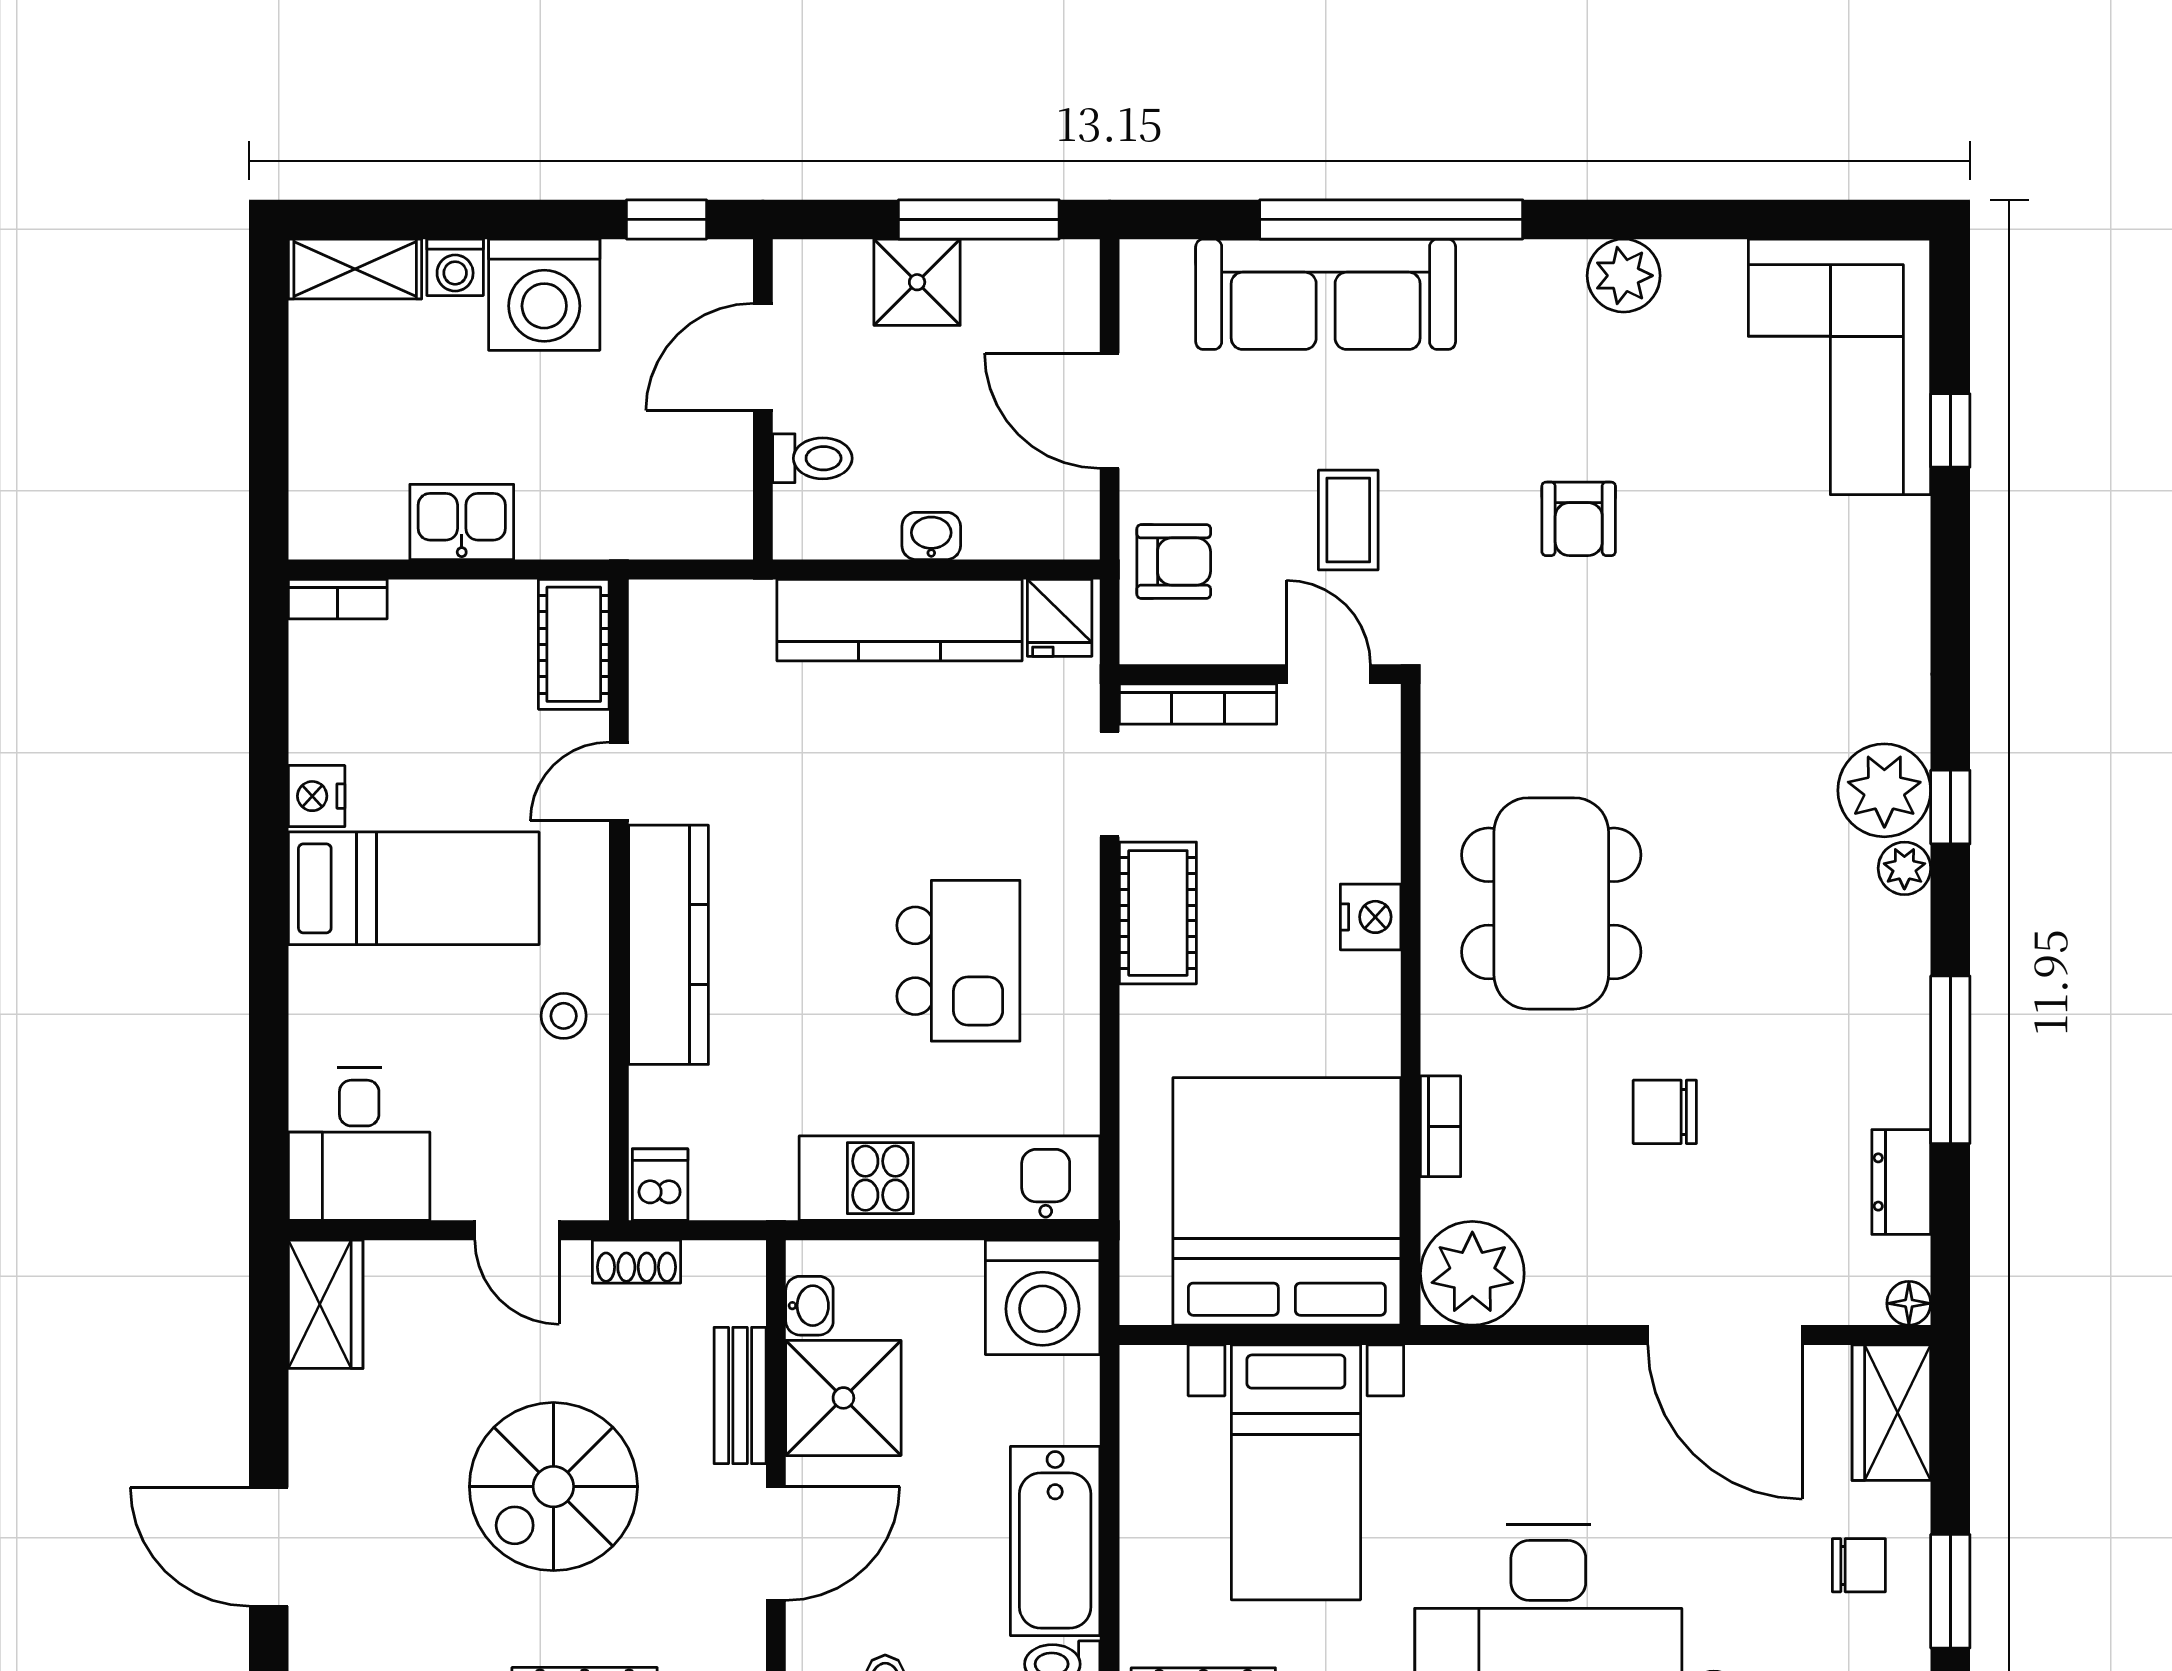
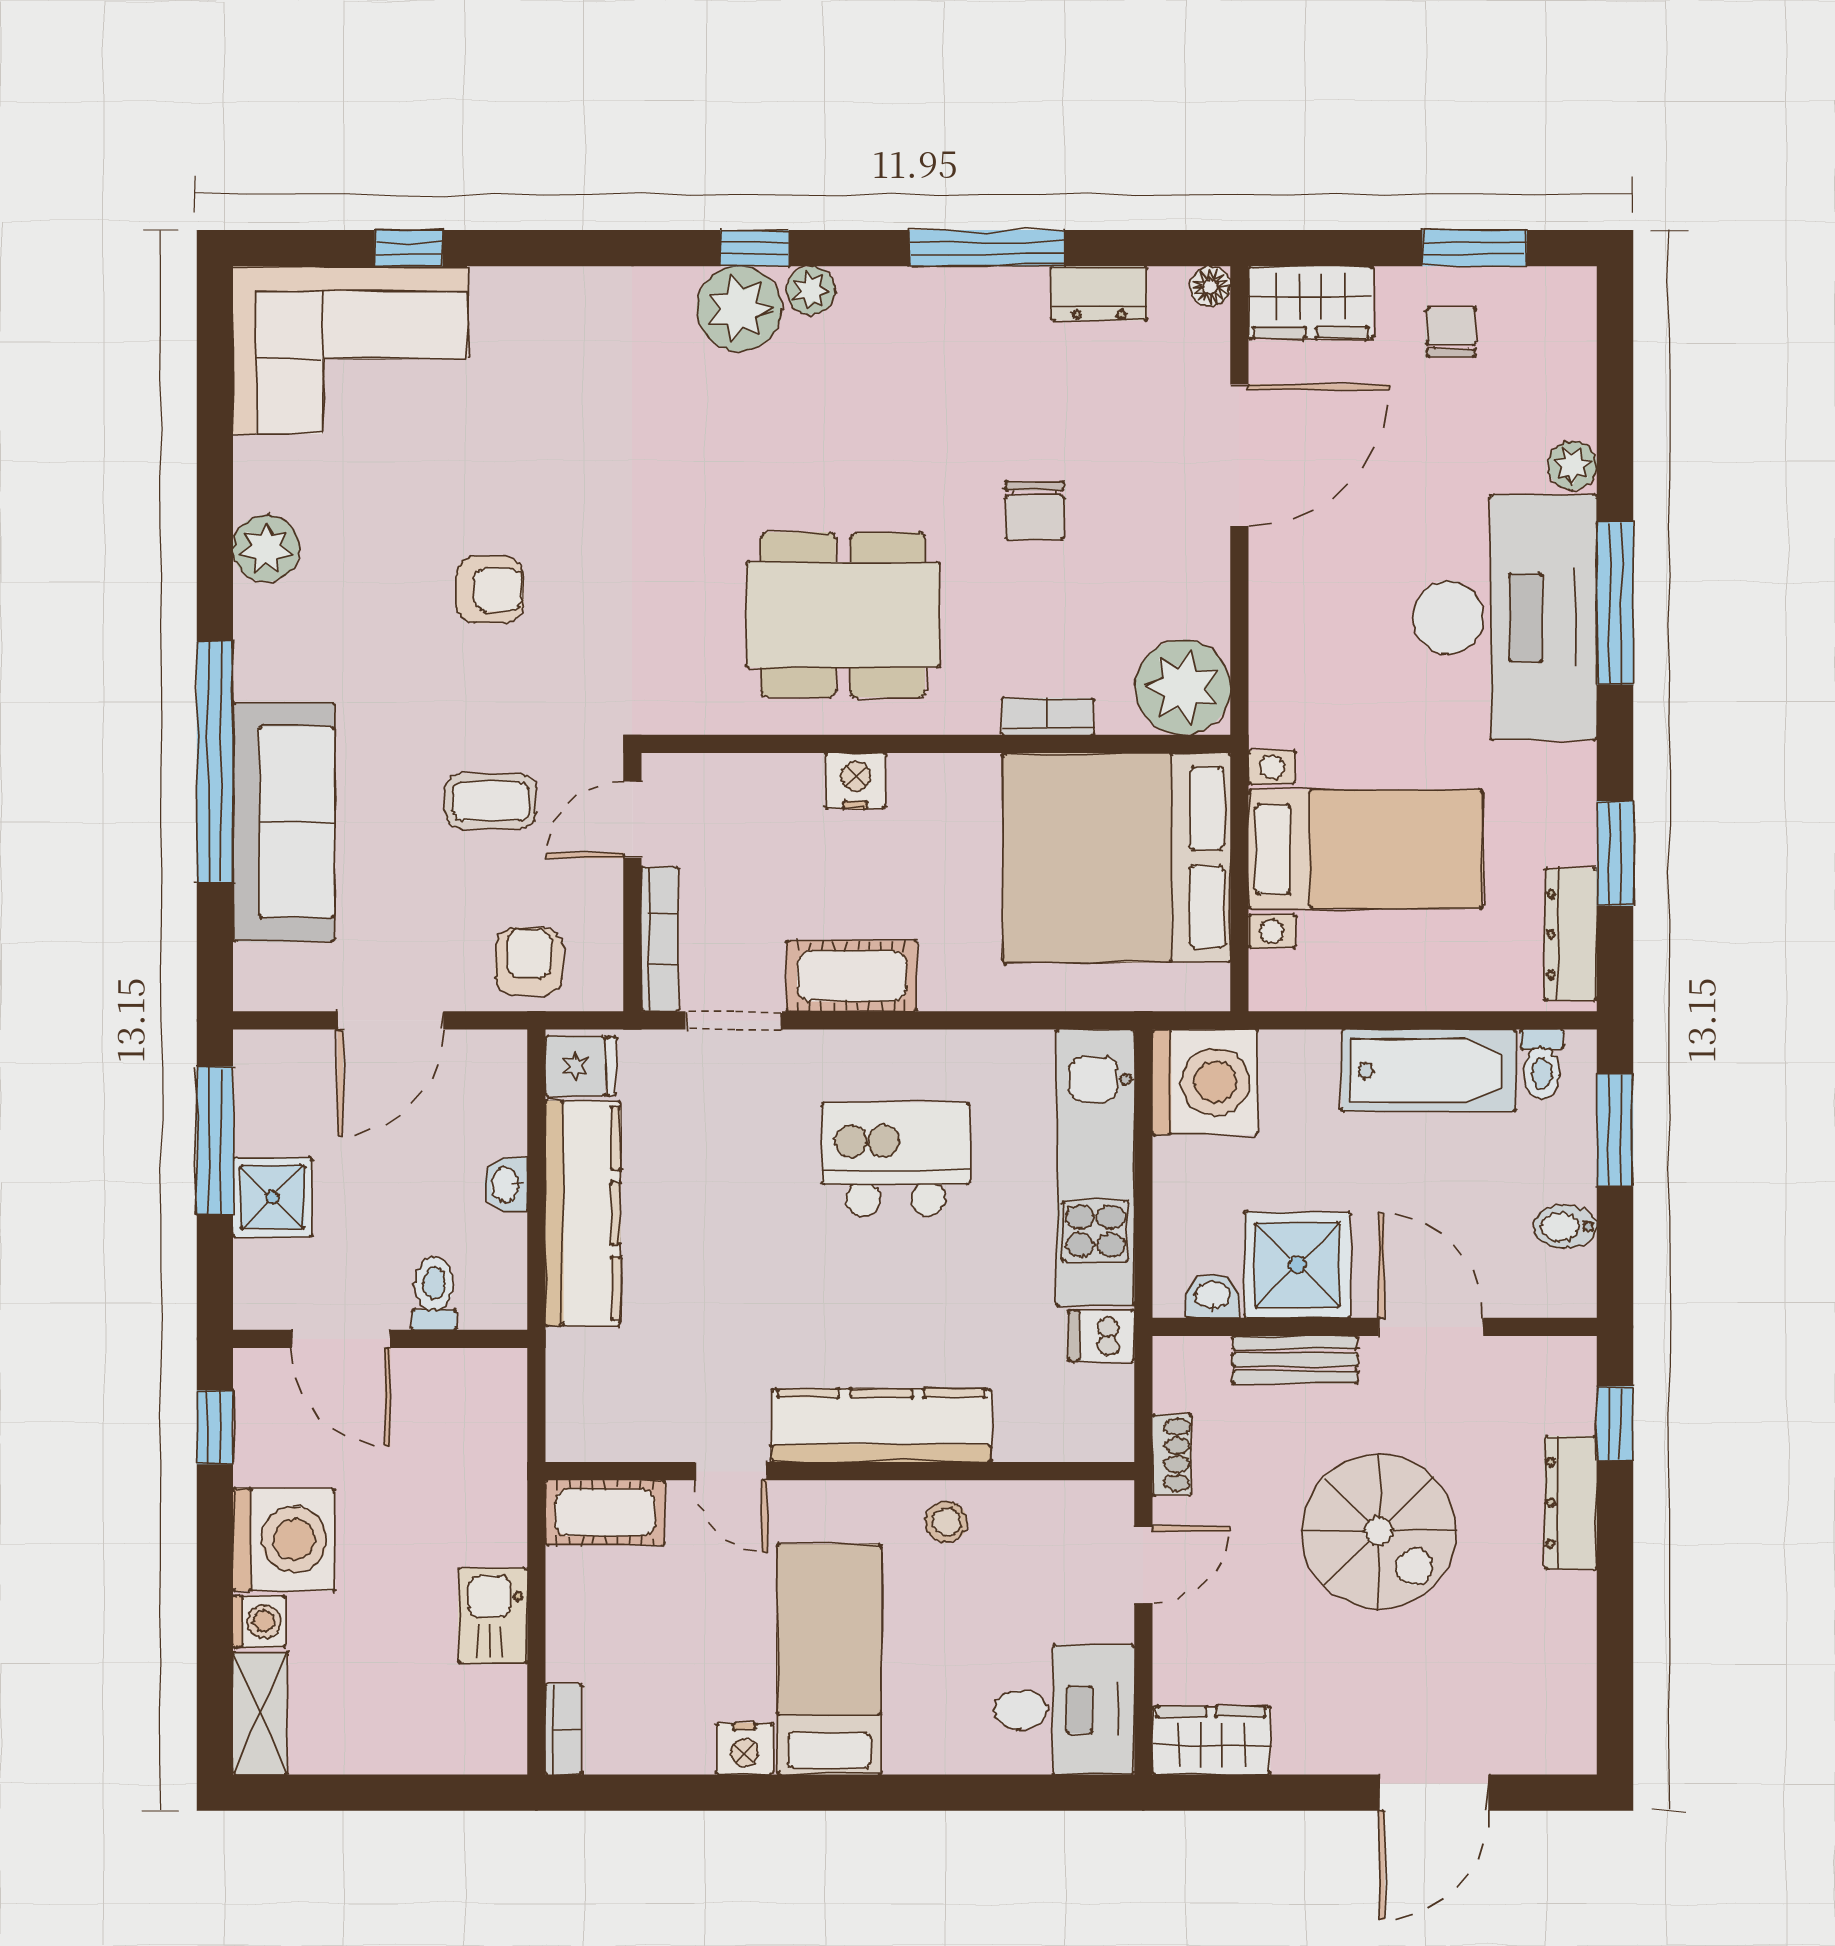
dishwasher: (660, 1185) -> (1101, 1336), moved

